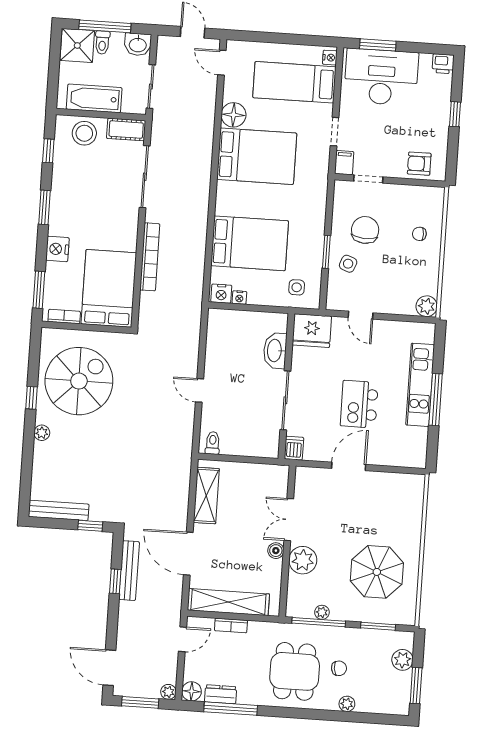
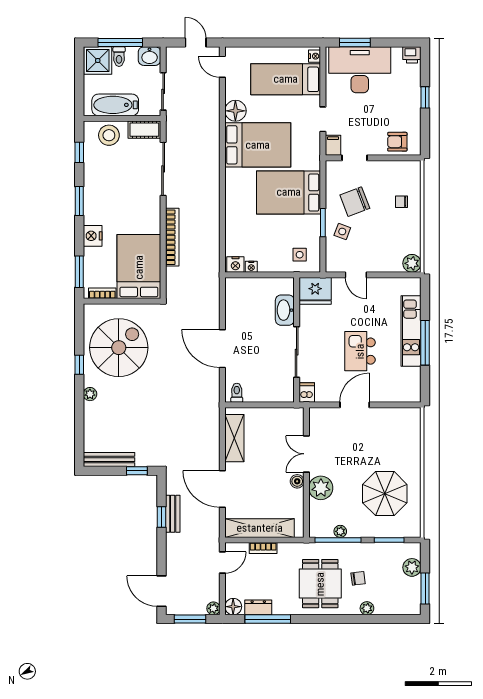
chair: (365, 230) -> (355, 202), turned -114
bed: (250, 243) -> (289, 192), moved, turned 180
door: (199, 390) -> (222, 349), width x1.87
bench: (129, 571) -> (173, 514), width x0.73

